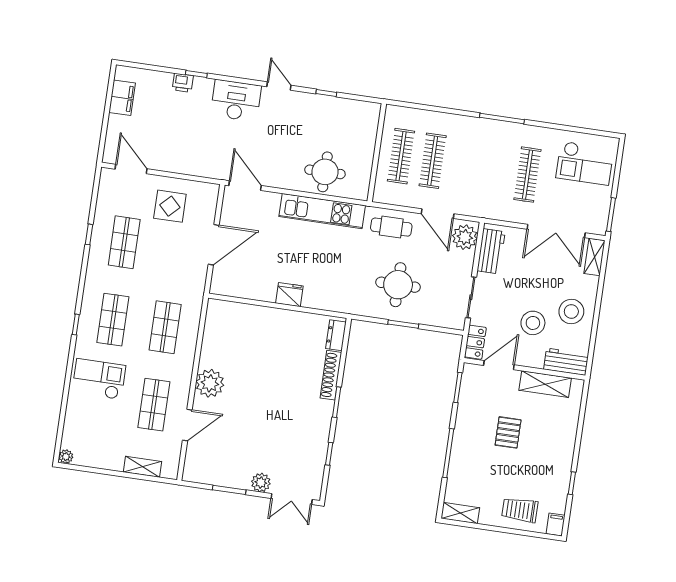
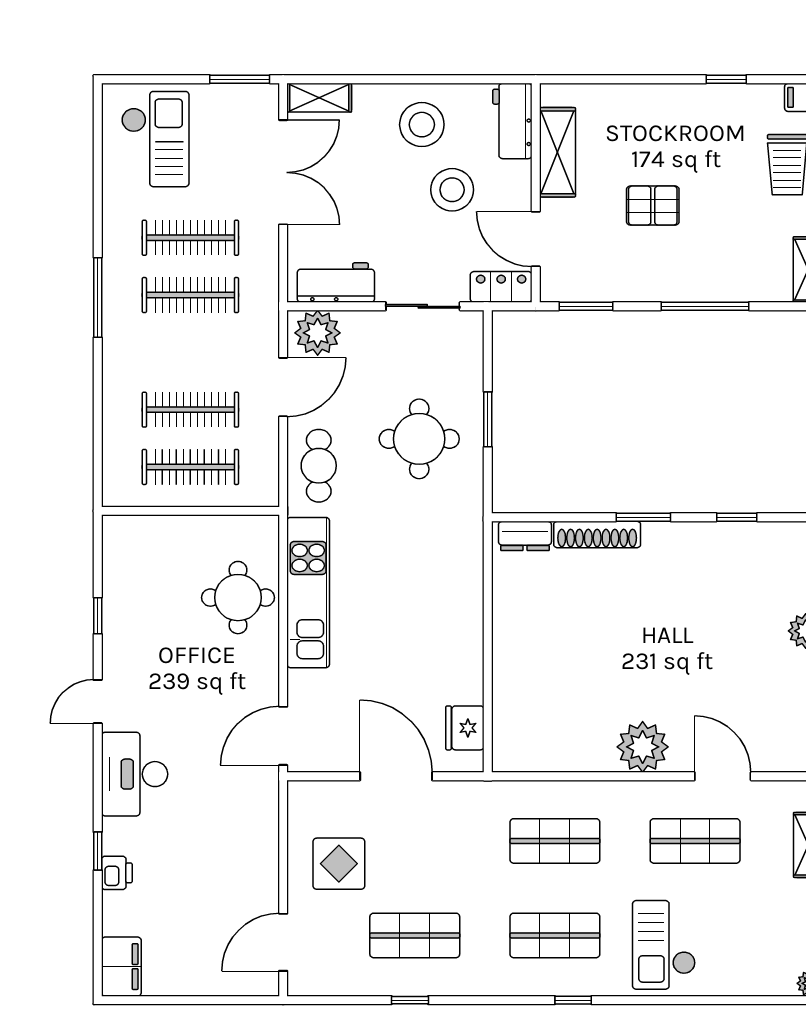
filing cabinet: (122, 98) -> (121, 967), moved, turned 90
clothes rail: (496, 170) -> (190, 295), added
fridge: (289, 295) -> (465, 728), moved

